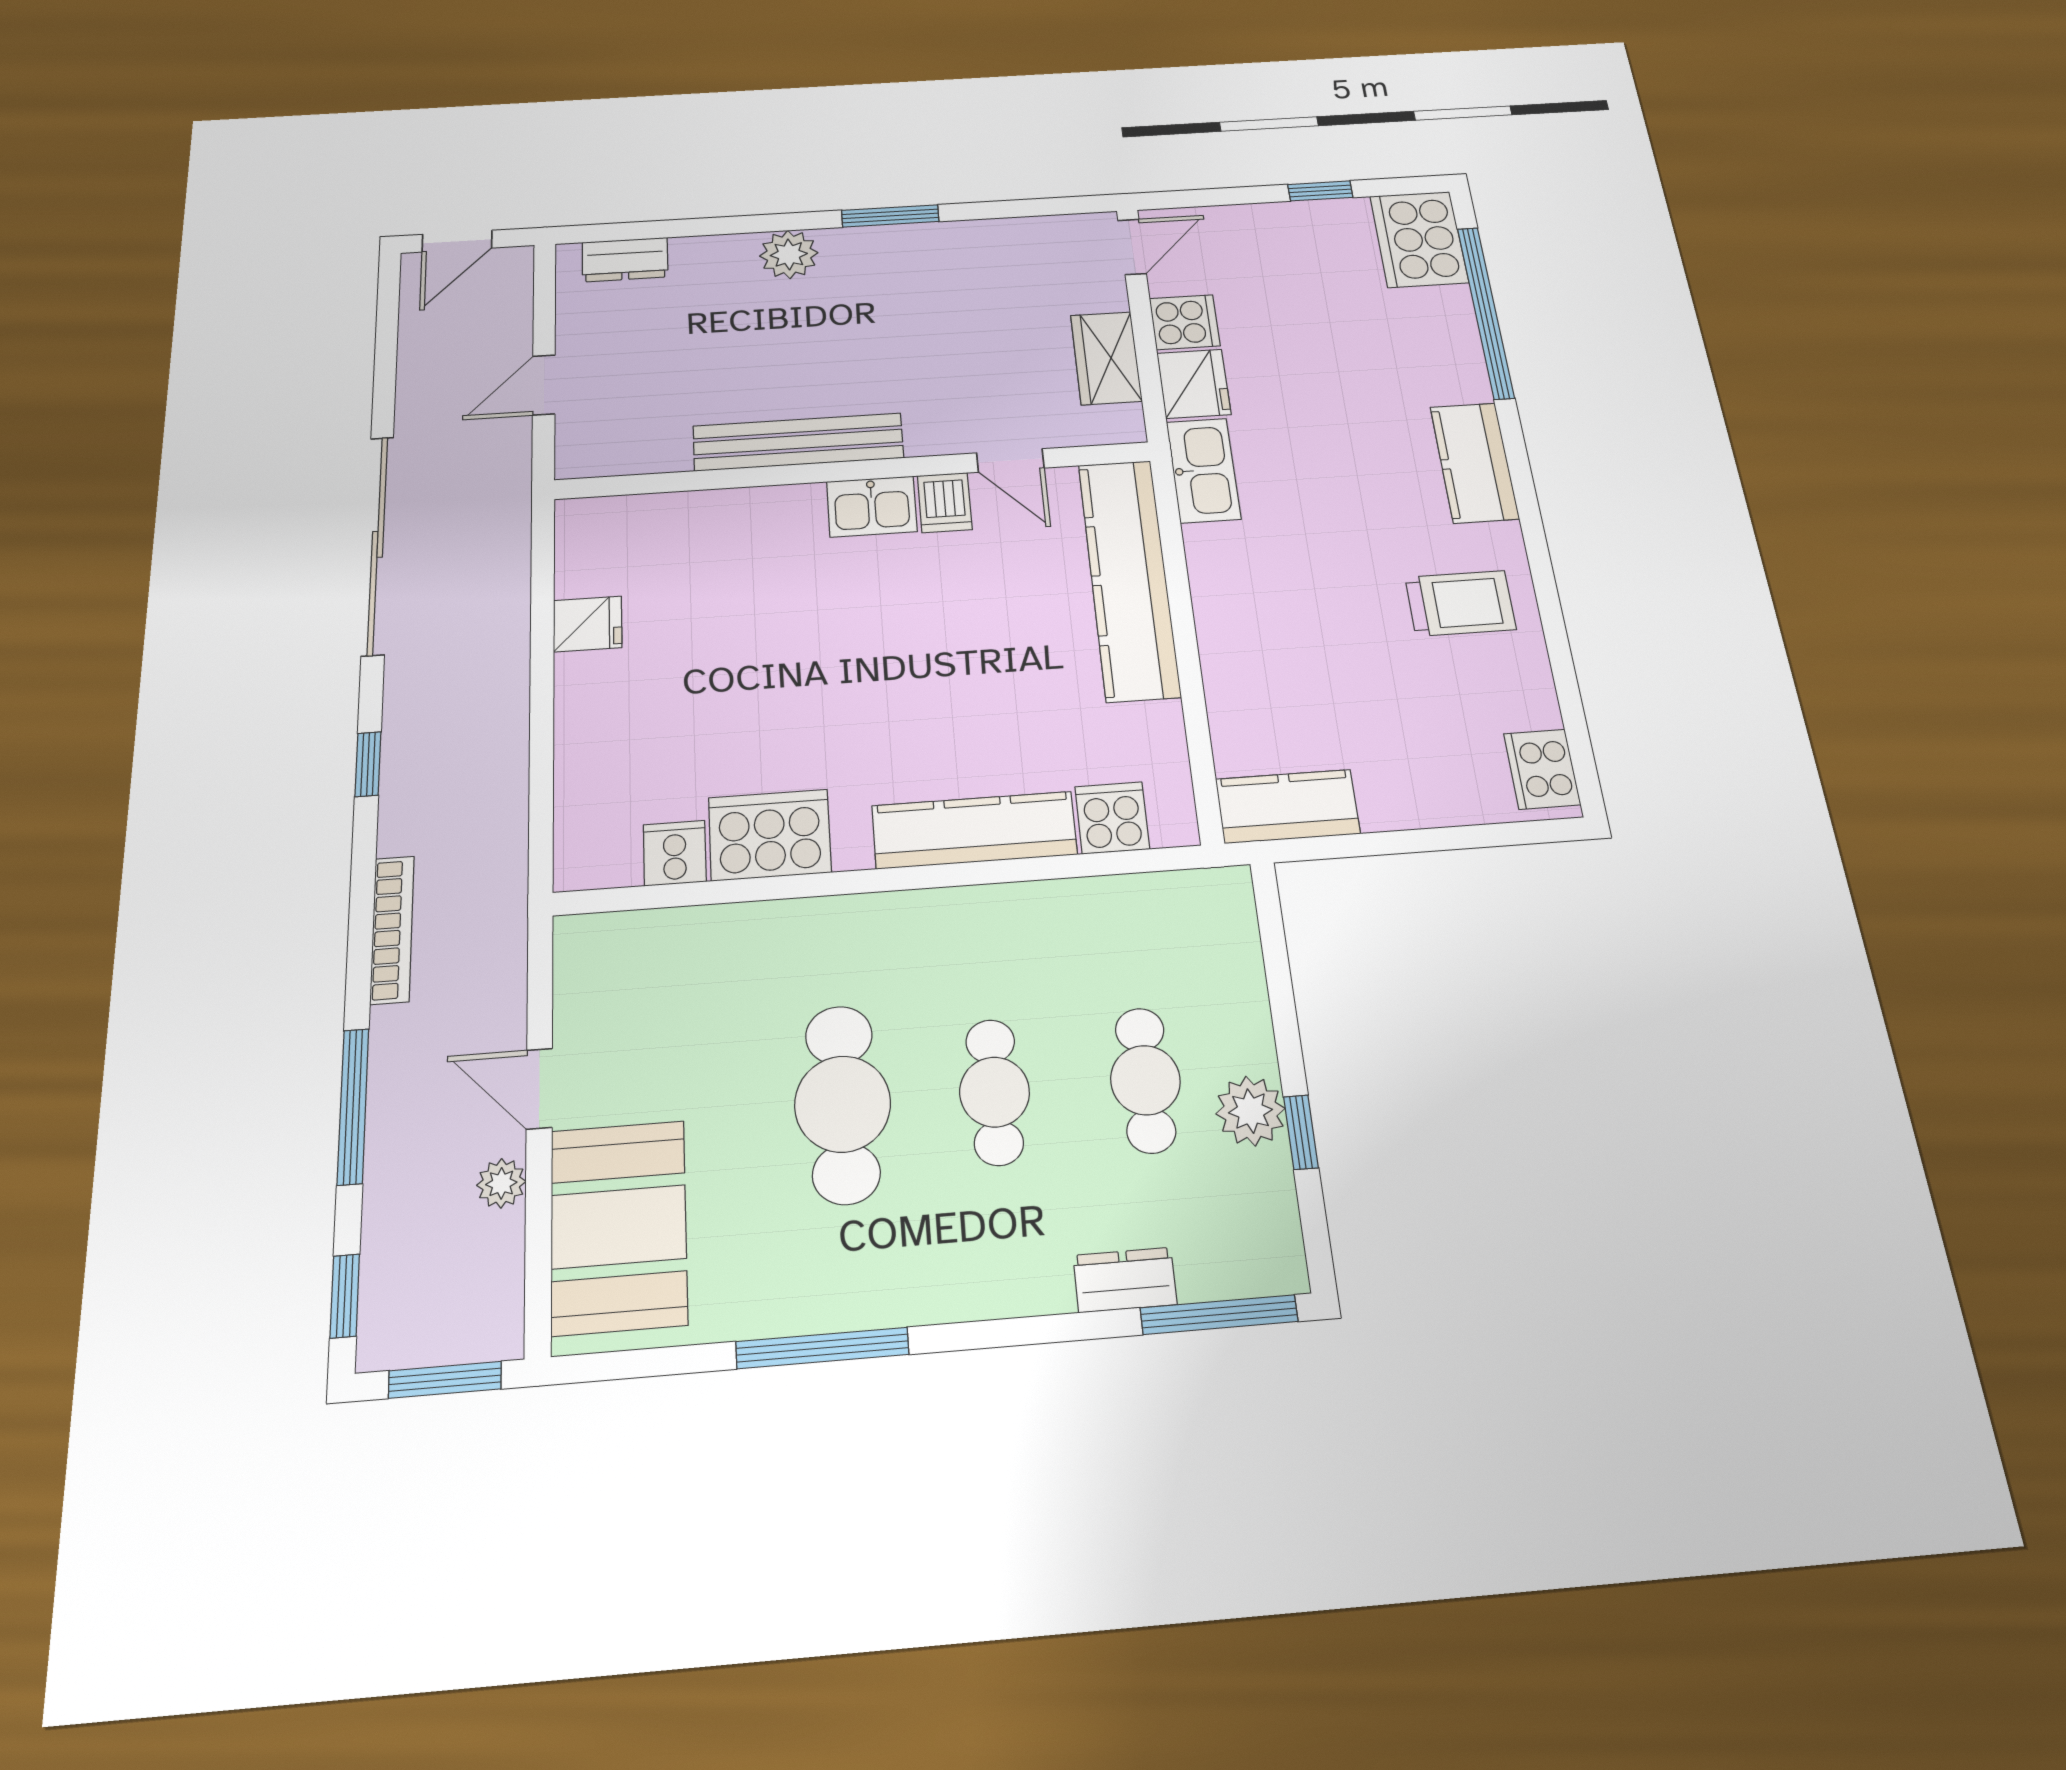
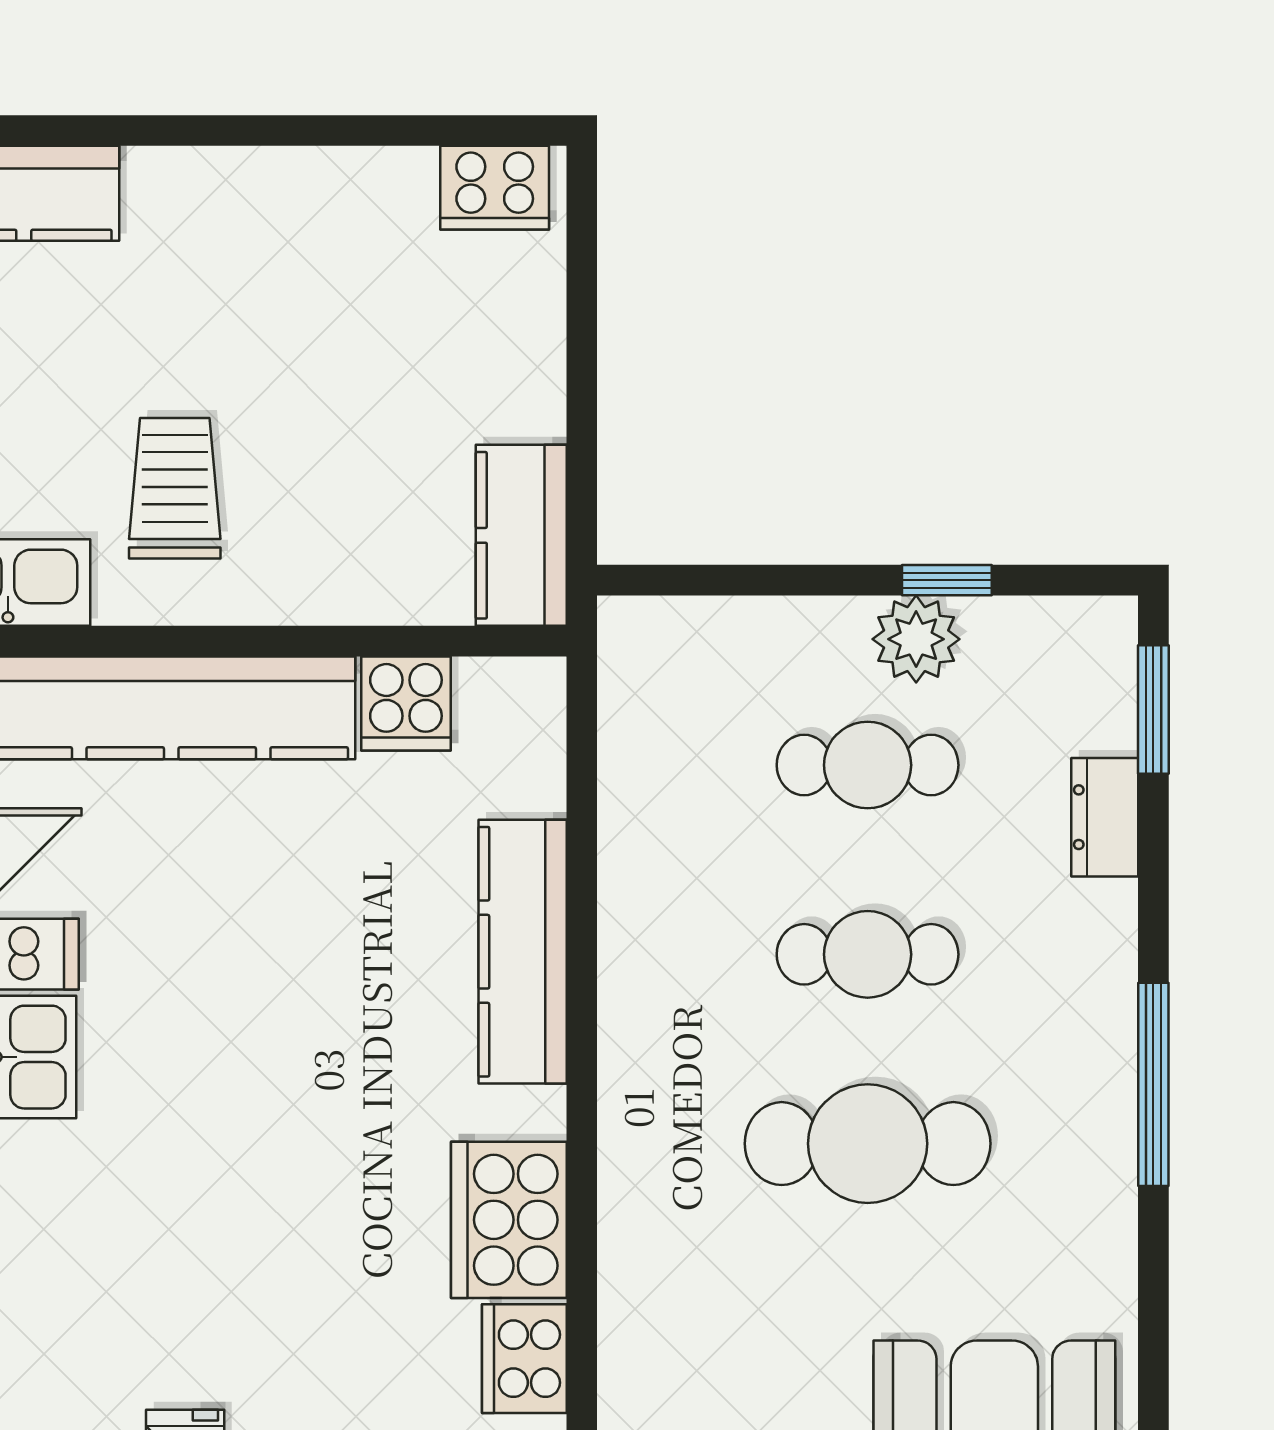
trolley: (1460, 603) -> (175, 488), moved
cooker: (1112, 818) -> (406, 704), moved, turned -90
cooker: (675, 853) -> (524, 1359), width x1.36
window: (1219, 1315) -> (1153, 709), width x0.69
window: (822, 1348) -> (1153, 1084), moved

